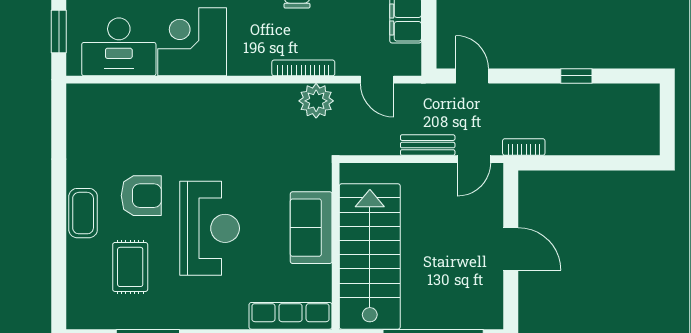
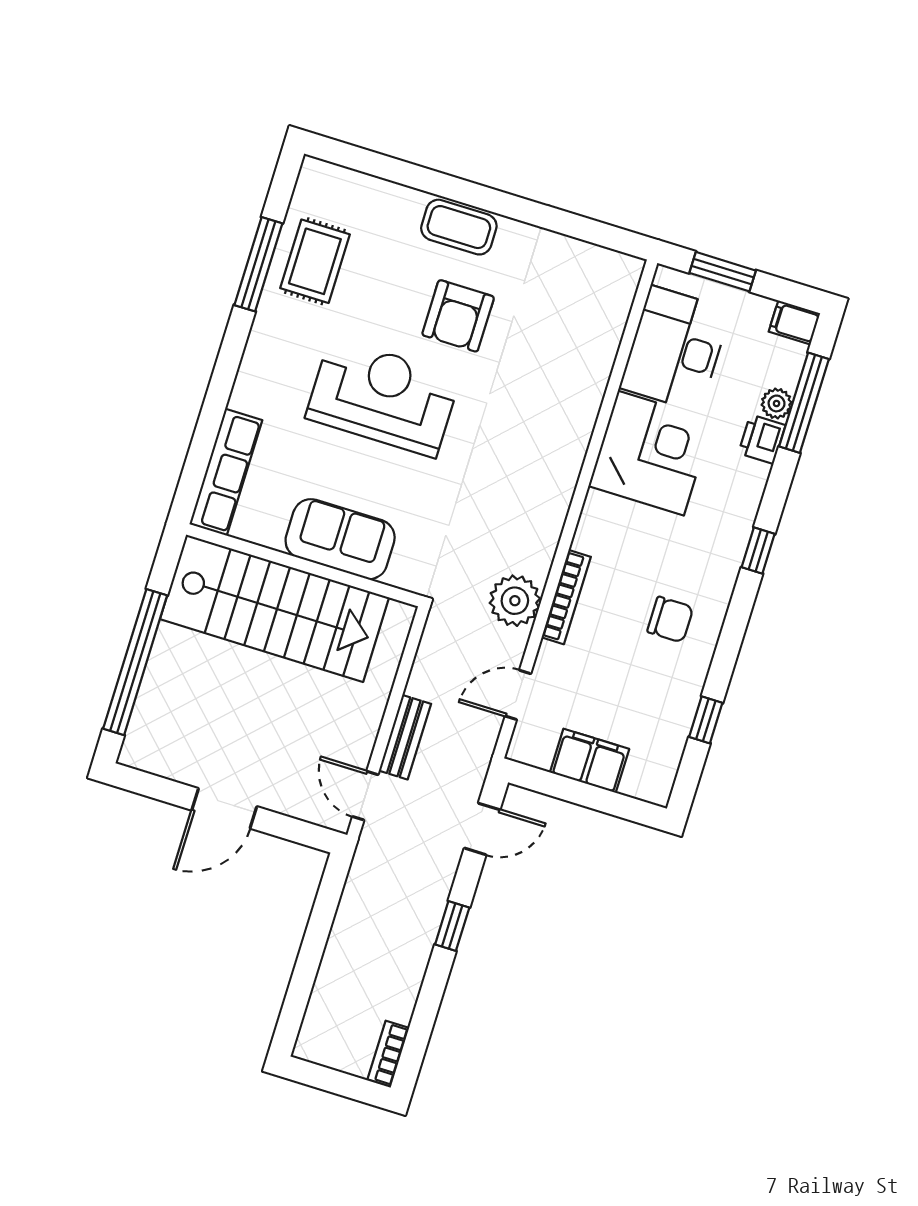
window: (576, 76) -> (452, 926), moved
bookcase: (524, 147) -> (388, 1054), moved, turned 180
reception desk: (210, 228) -> (383, 397), turned 180
rug: (130, 267) -> (315, 261), moved, turned 90

